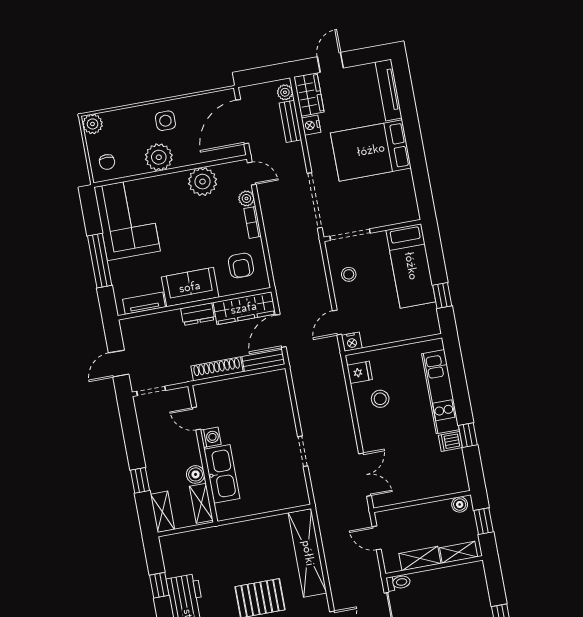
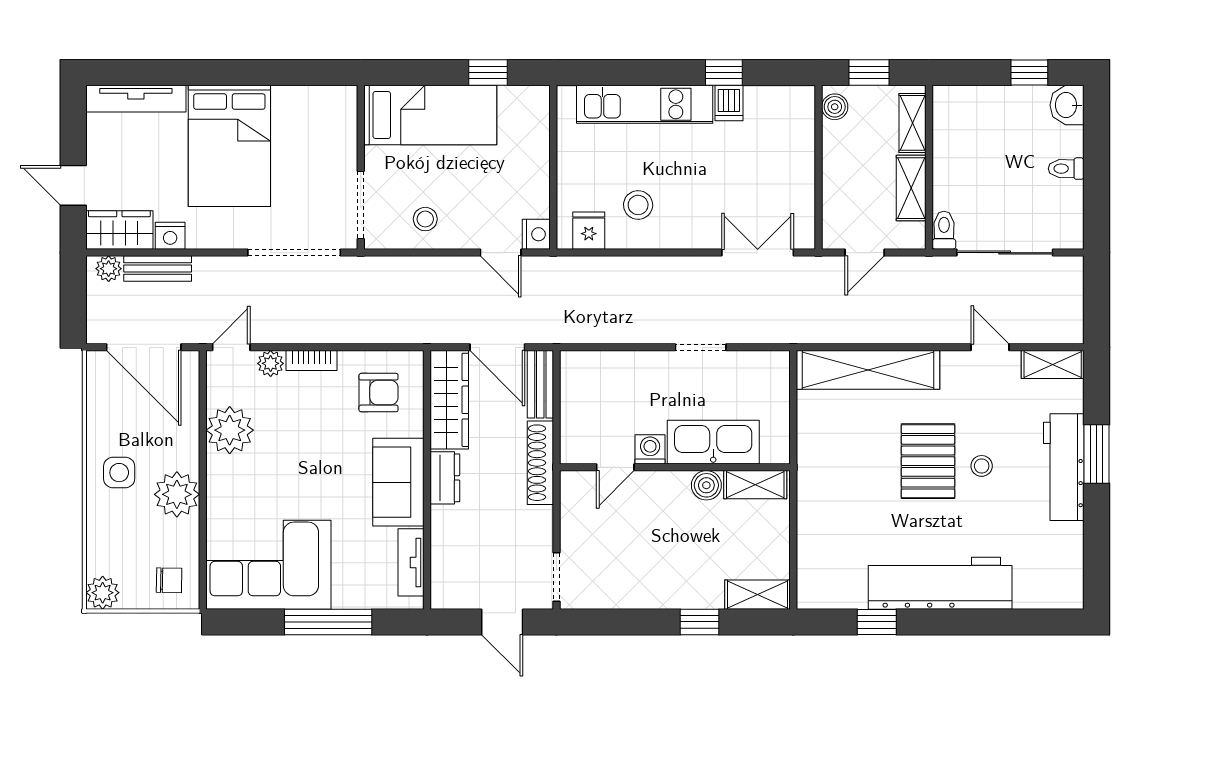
door: (196, 419) -> (615, 467), moved
washing machine: (211, 437) -> (650, 449), moved
wall: (203, 454) -> (675, 467), moved
boiler: (196, 474) -> (706, 485), moved
kitchen sink: (222, 474) -> (713, 442), moved
shelving: (201, 503) -> (755, 485), moved

